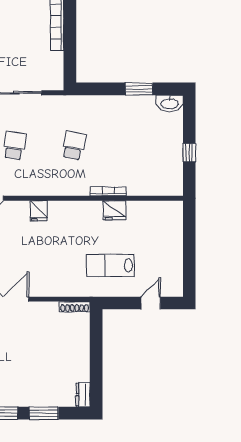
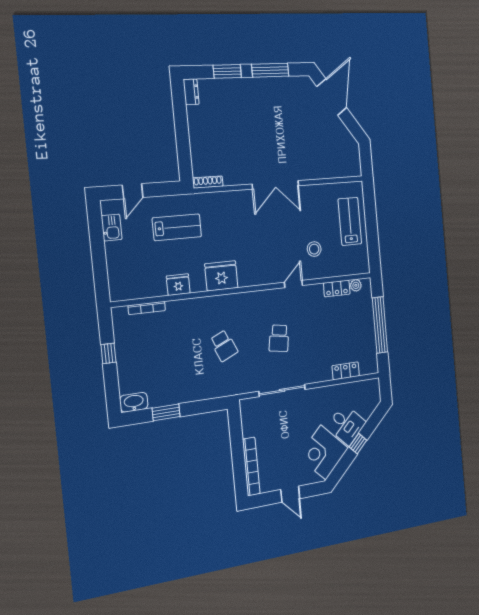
school desk: (74, 146) -> (224, 346), turned -36
bookcase: (108, 191) -> (147, 308), moved
fridge: (39, 211) -> (221, 276), moved, width x1.88, depth x1.34
kitchen sink: (174, 270) -> (112, 228), added

